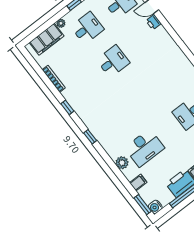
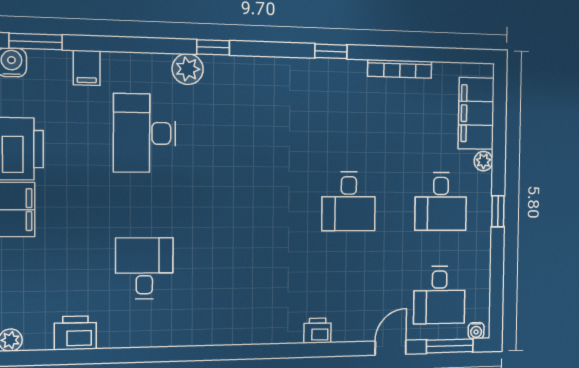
printer: (153, 22) -> (317, 331), moved
window: (90, 137) -> (213, 47), moved
plant: (122, 163) -> (188, 69), moved

